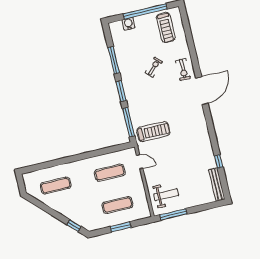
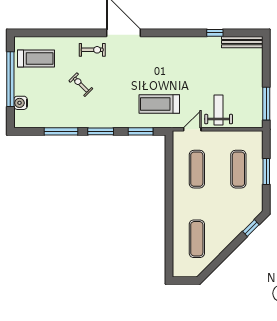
window: (129, 122) -> (141, 131), width x0.69
treadmill: (153, 132) -> (159, 104), turned -90
weight bench: (166, 195) -> (219, 110), moved

